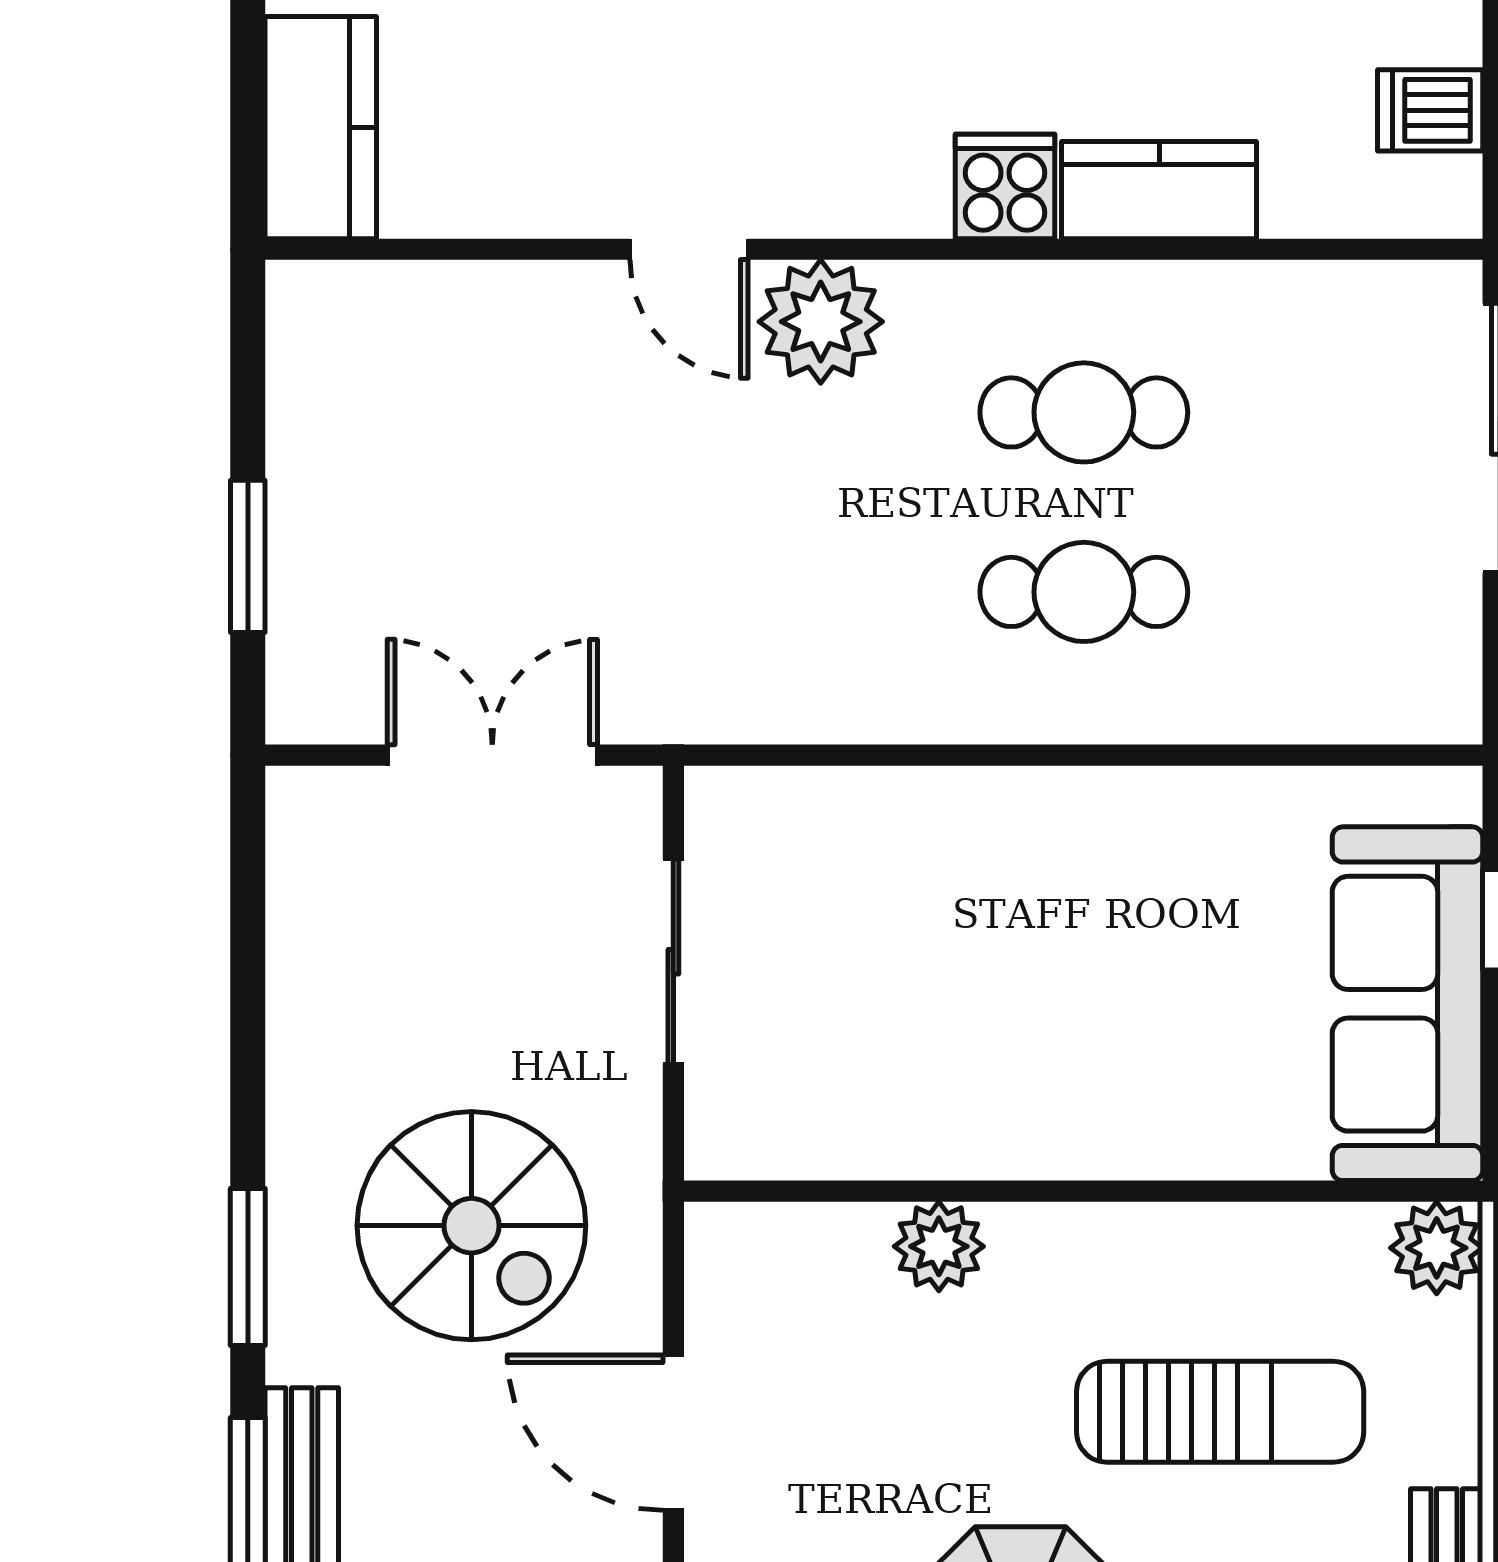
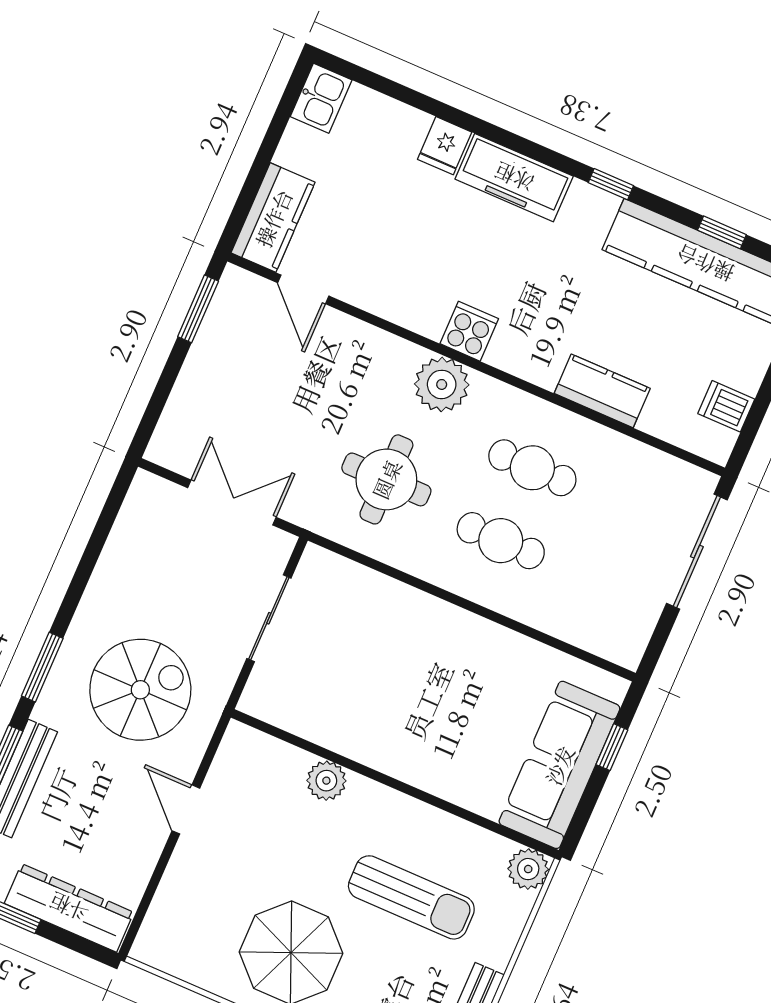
cooker: (1005, 186) -> (469, 331), moved
door: (689, 249) -> (303, 289), moved
window: (248, 556) -> (198, 309), moved
round table: (792, 568) -> (386, 479), added
spiral stairs: (471, 1226) -> (140, 690), turned -90
door: (673, 1433) -> (186, 809), width x0.73

